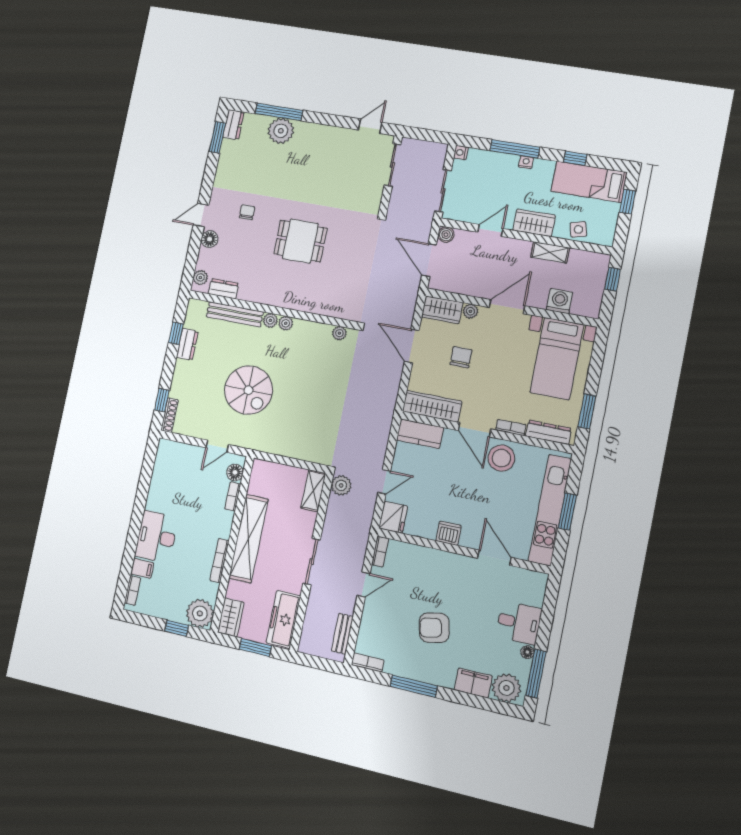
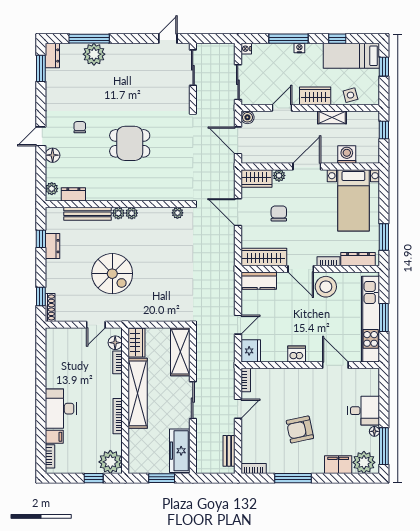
plant: (341, 485) -> (204, 335), removed
shelving: (313, 491) -> (180, 352), width x1.50, depth x1.33
wardrobe: (231, 617) -> (137, 343), moved

